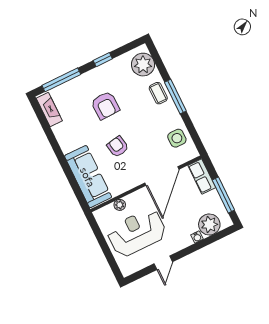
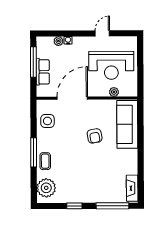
armchair: (105, 105) -> (89, 171), removed
row of seats: (202, 177) -> (43, 72), moved
plant: (209, 224) -> (58, 41), width x0.53, depth x0.53

